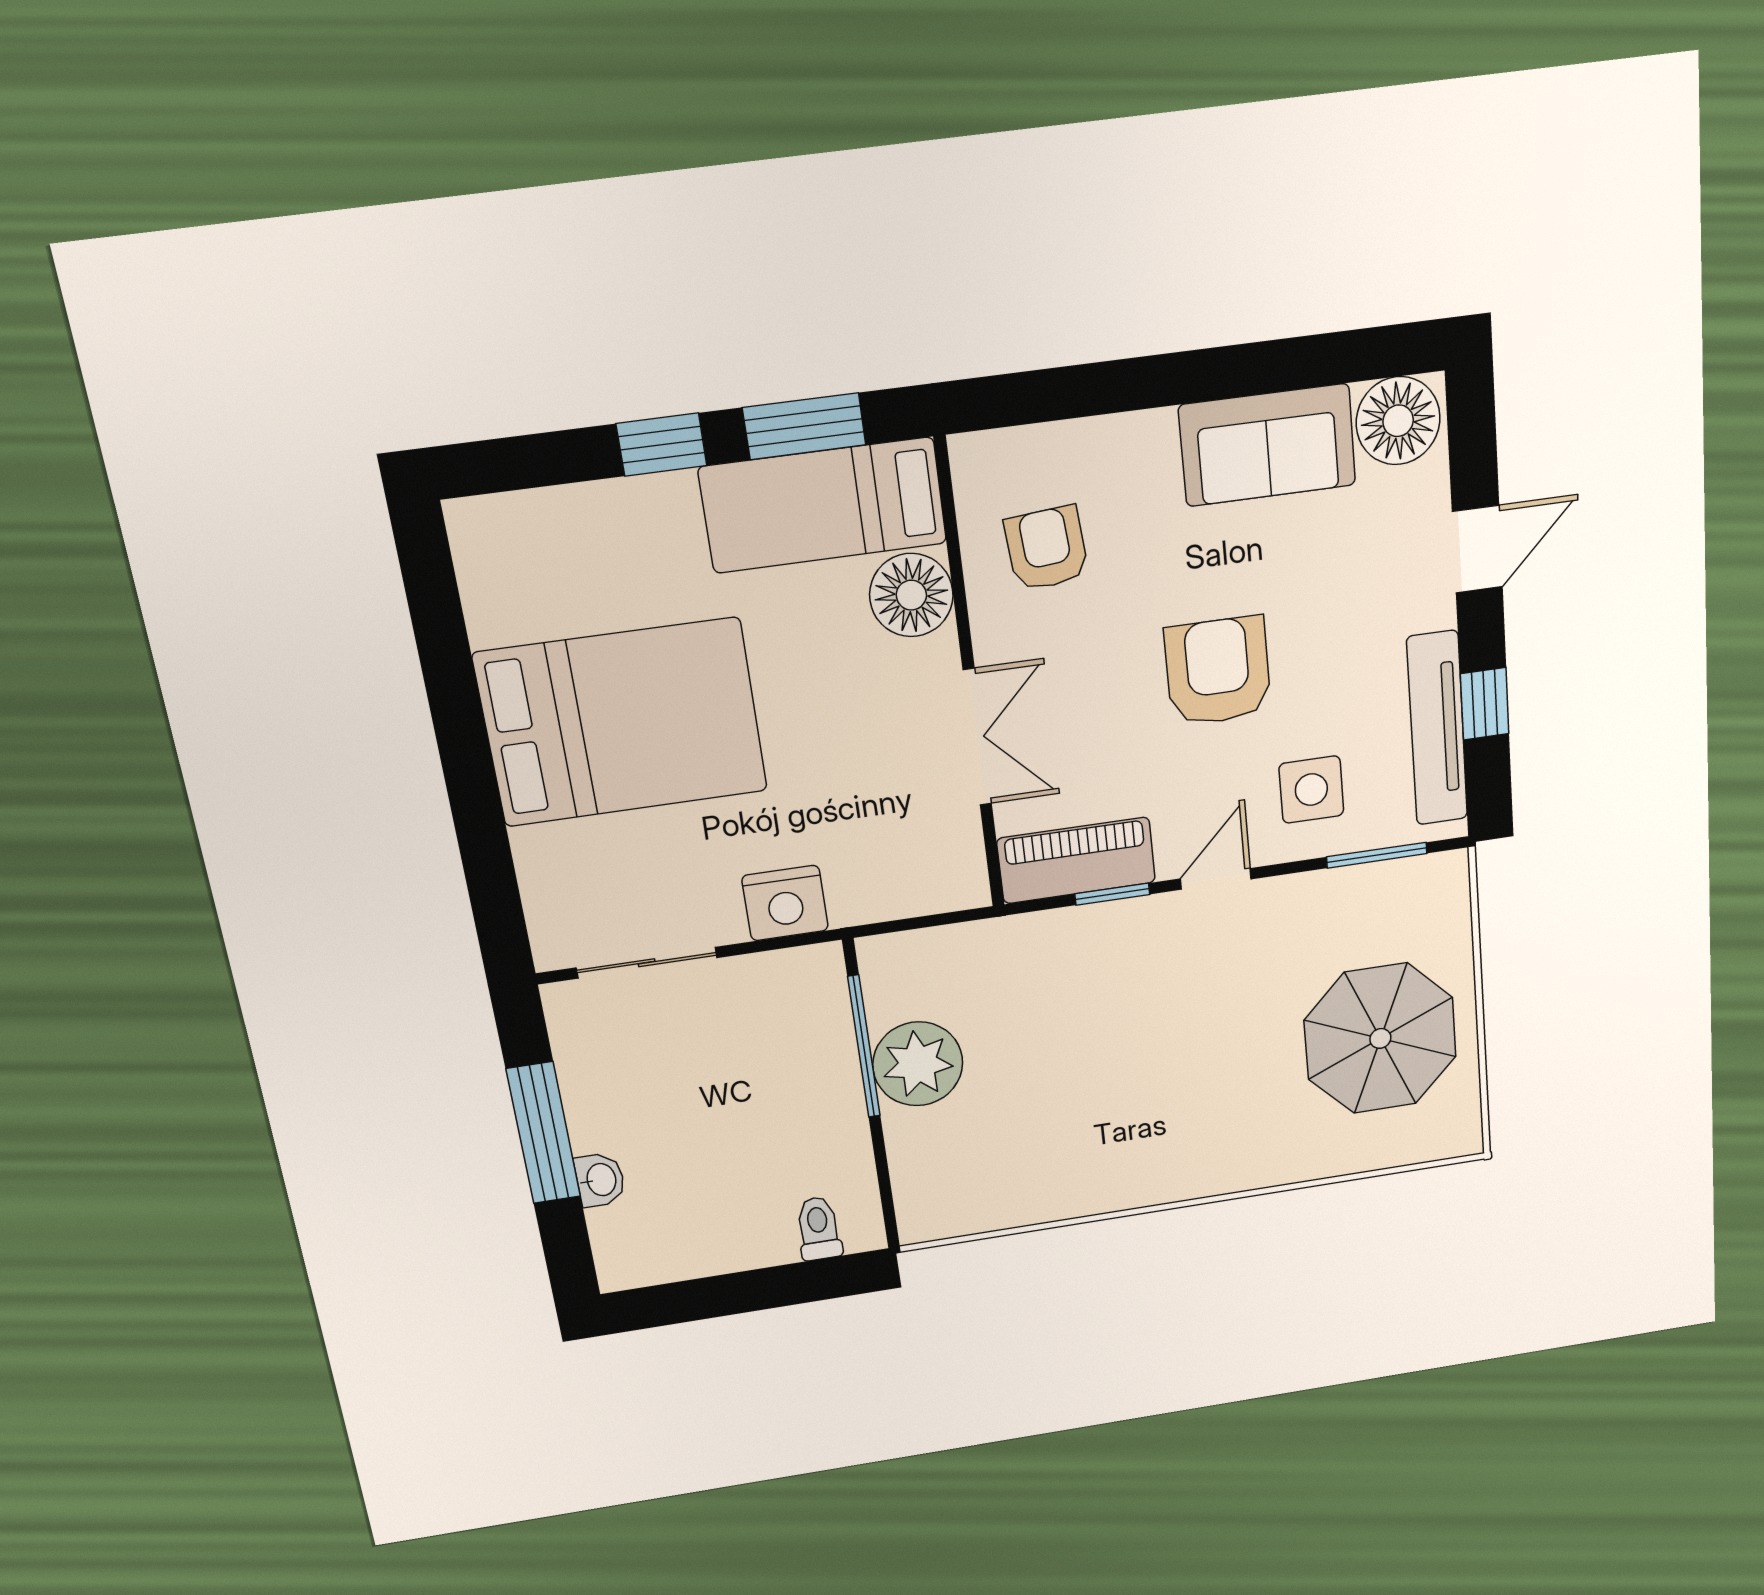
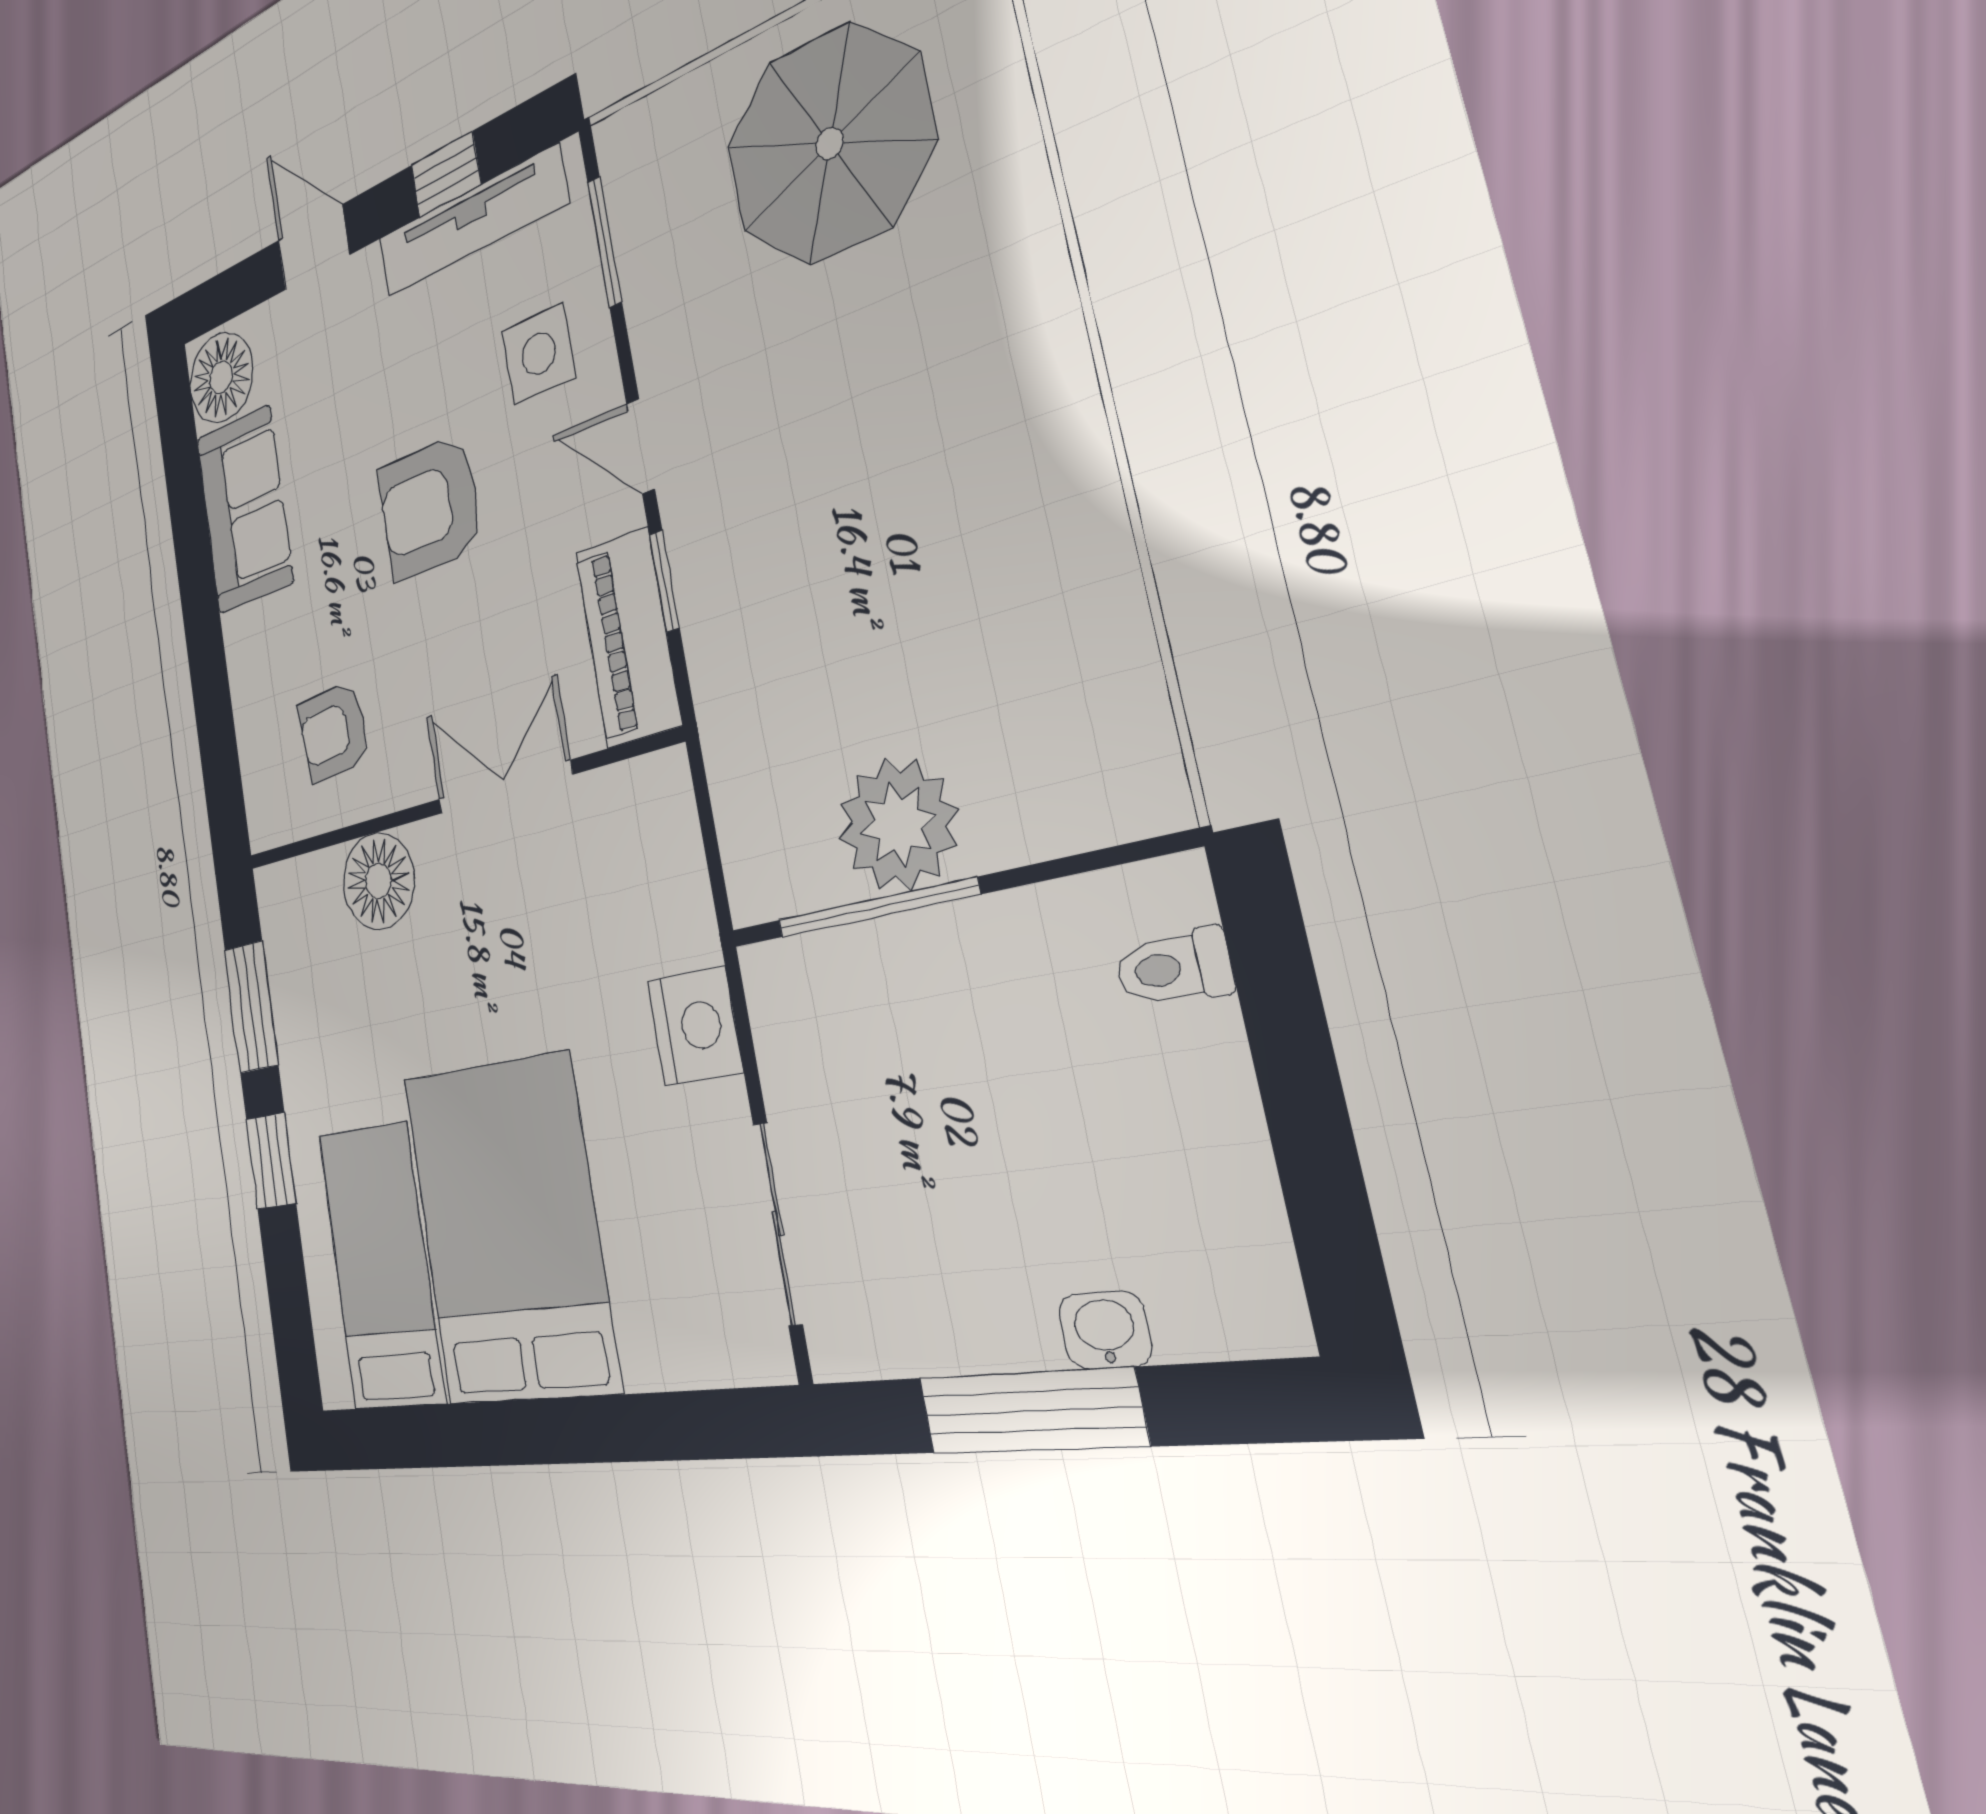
bed: (823, 505) -> (381, 1266), moved, turned 180

